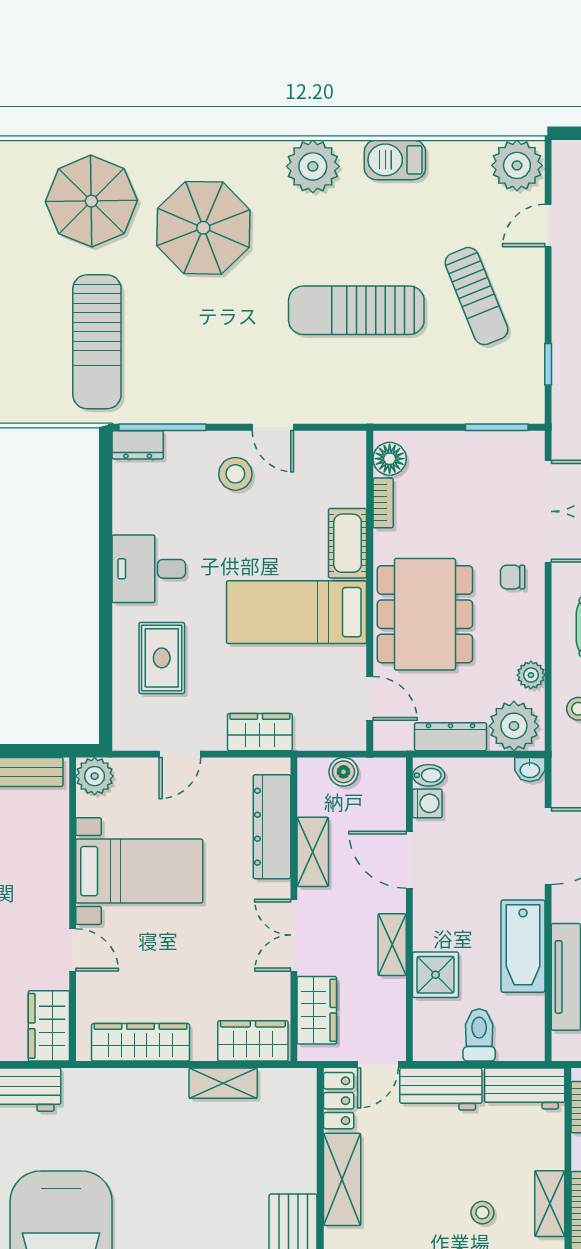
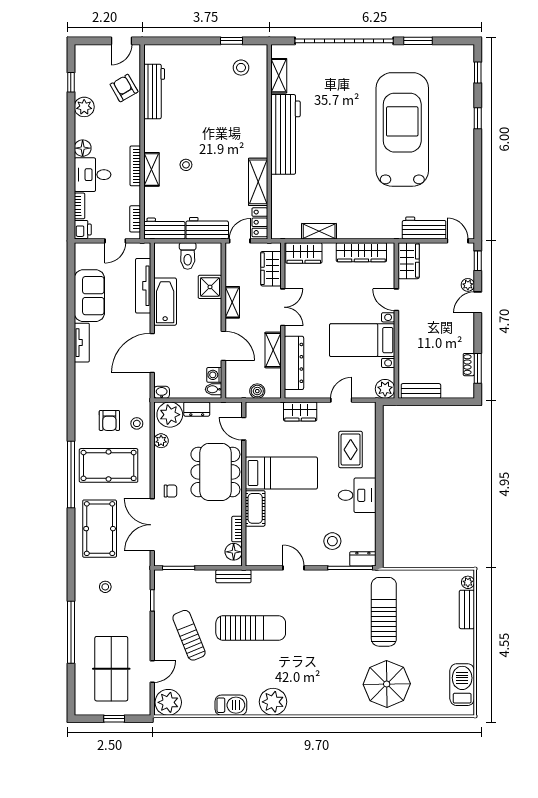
parasol: (203, 228) -> (329, 670), removed
bench: (390, 411) -> (233, 576), added
stool: (235, 474) -> (332, 541), moved
dresser: (451, 737) -> (197, 409), width x0.70

